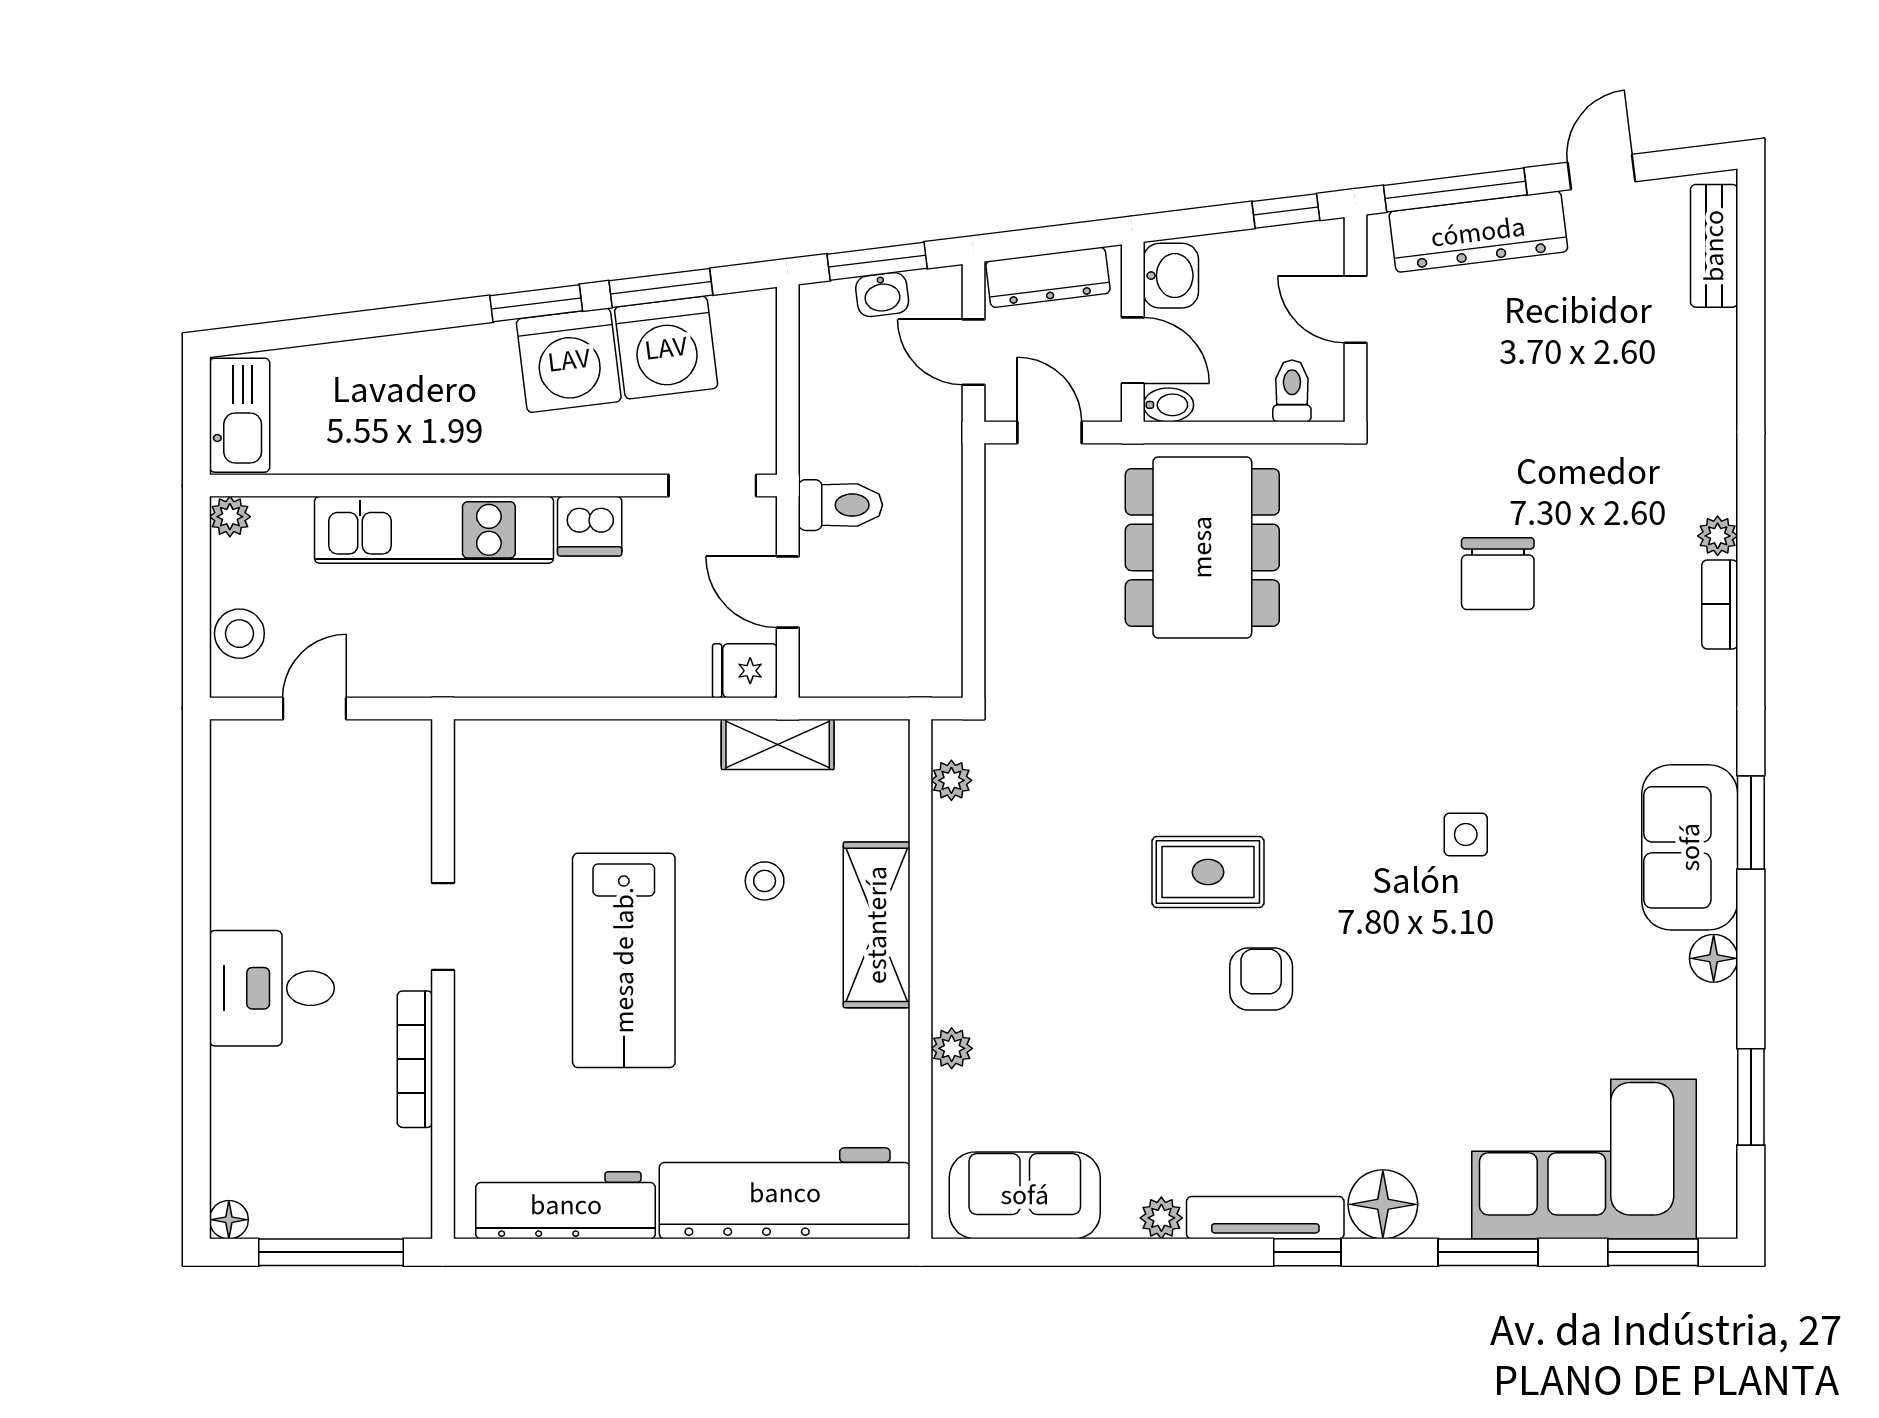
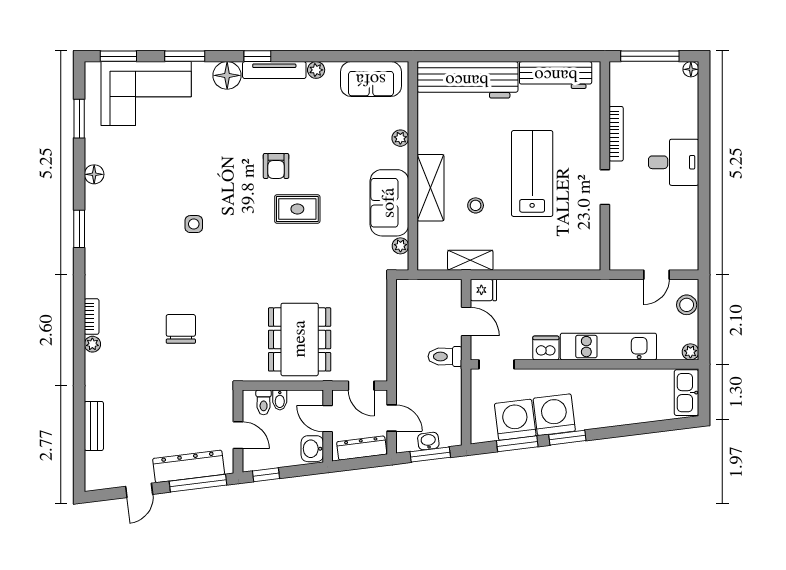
bench: (1714, 246) -> (94, 426), moved
bidet: (1168, 405) -> (280, 400), moved, turned -90
sofa: (1690, 847) -> (389, 203), moved, turned 180

